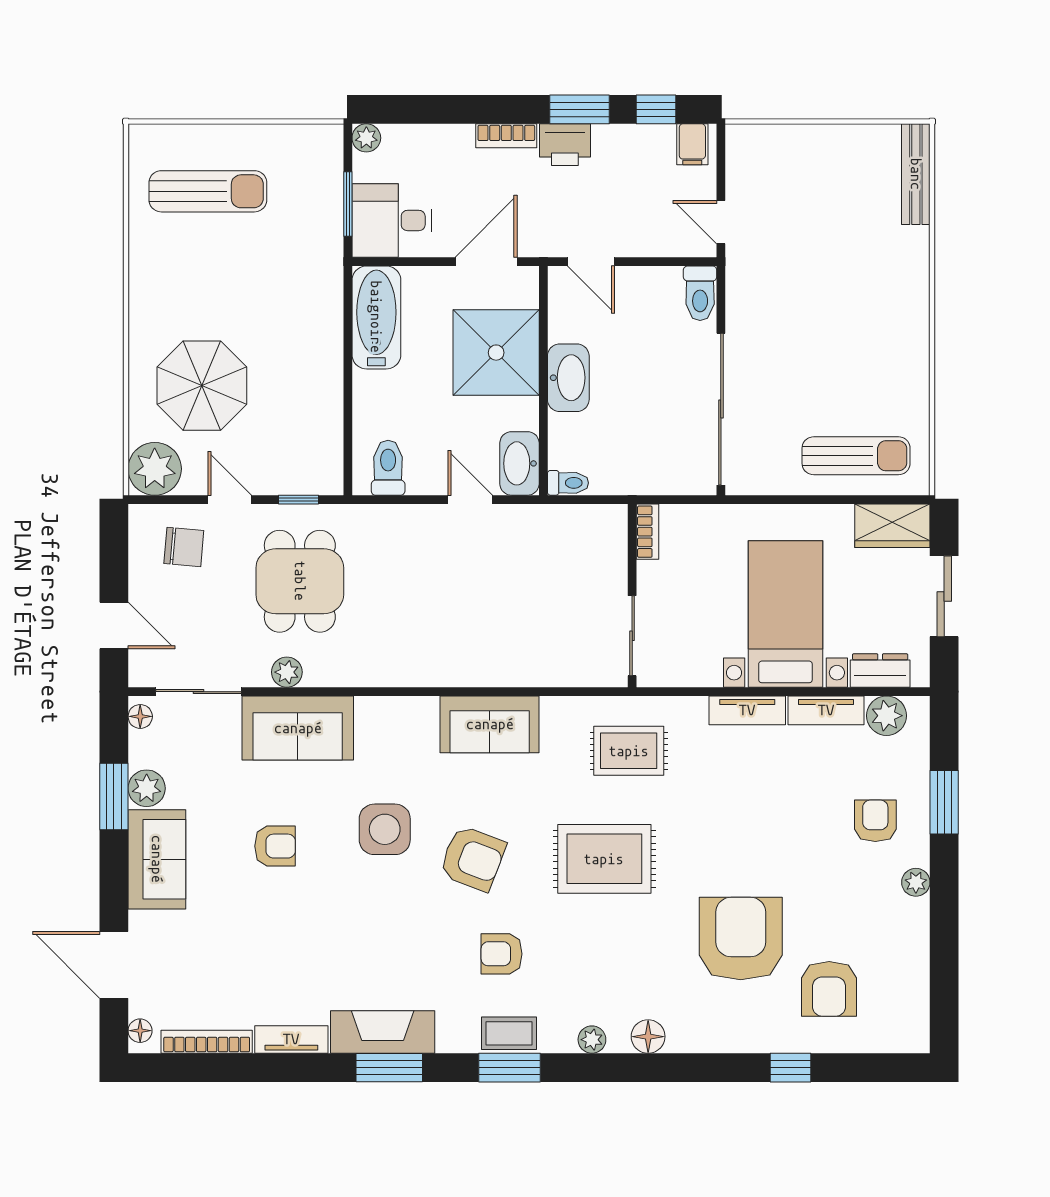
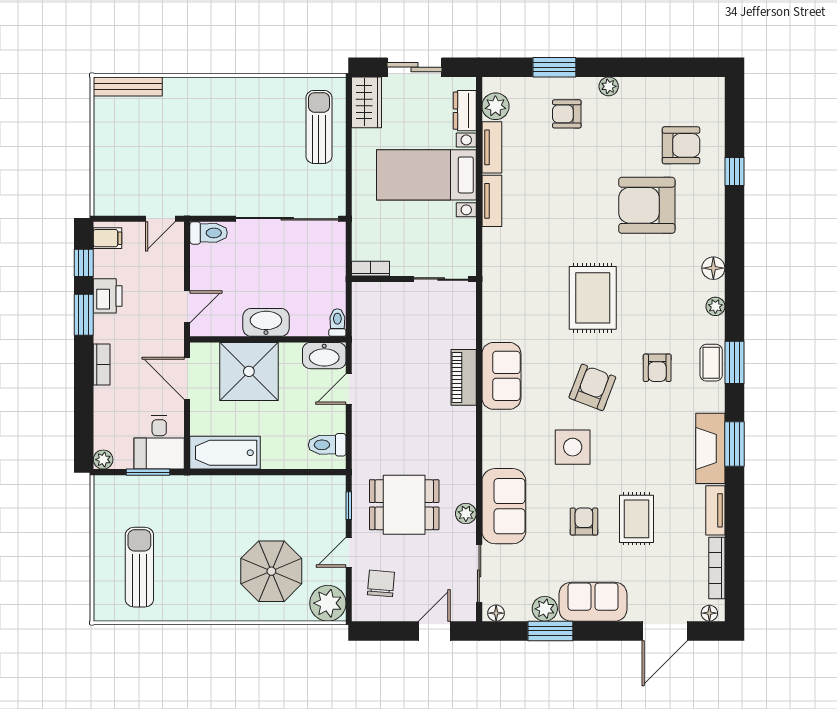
printer: (565, 145) -> (108, 296), moved
piano: (487, 669) -> (464, 377), added
rug: (629, 751) -> (636, 519), moved

